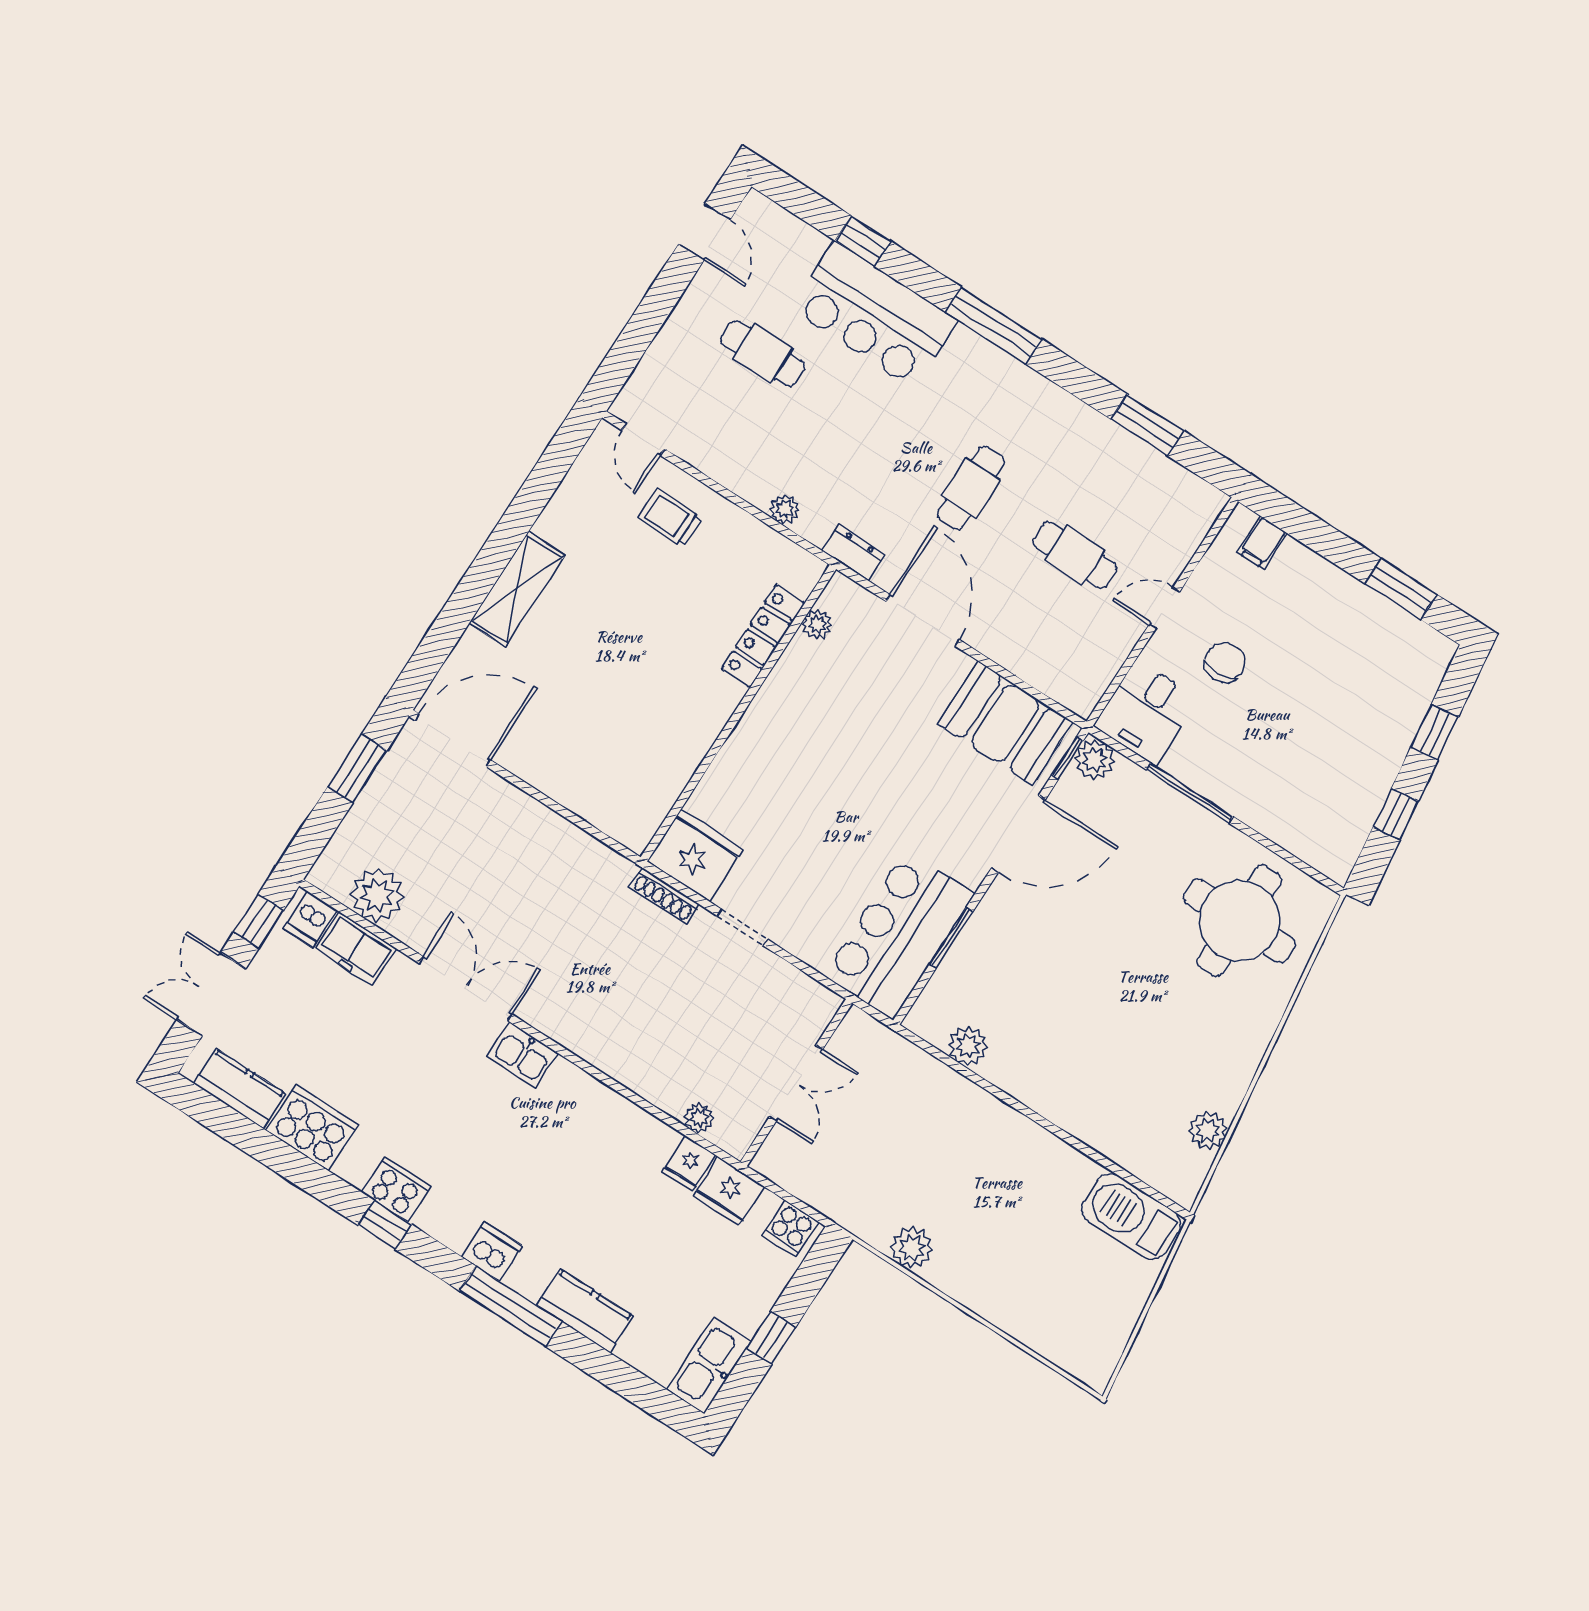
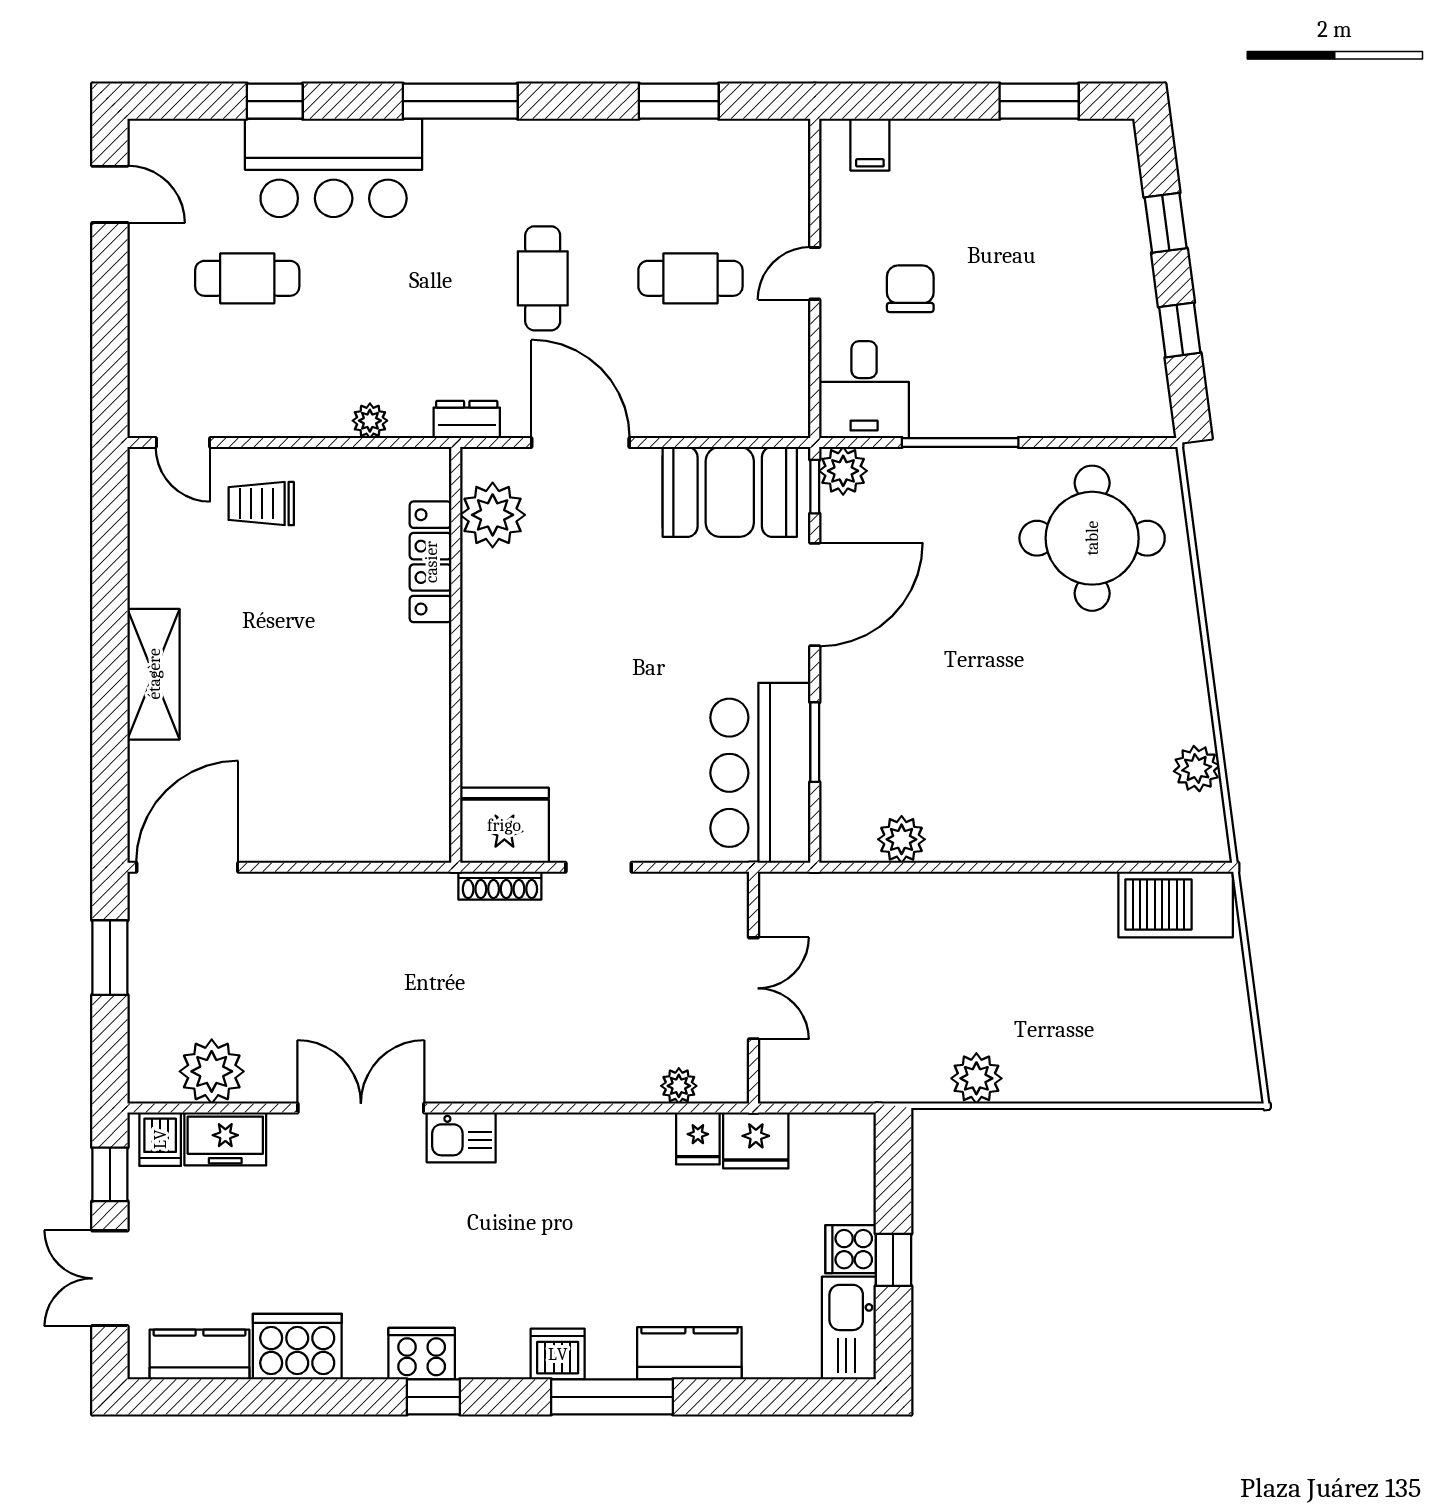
plant: (817, 625) -> (493, 515), width x1.88, depth x1.88
cooker: (790, 1228) -> (851, 1249), moved, turned 90

